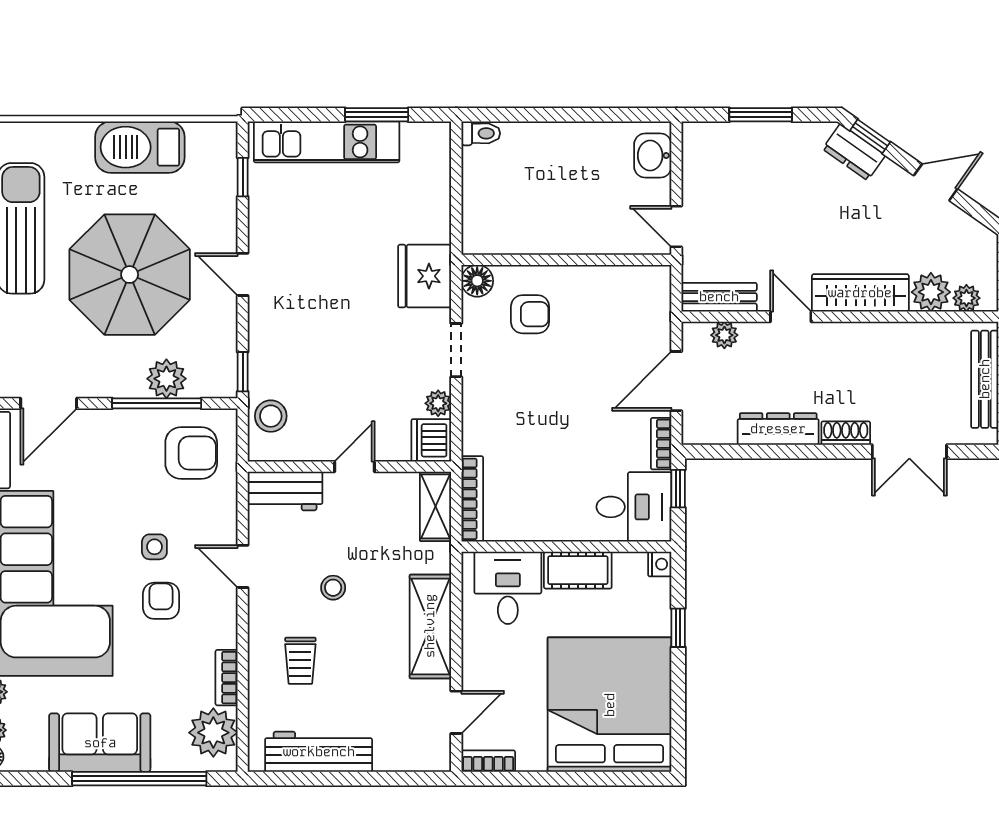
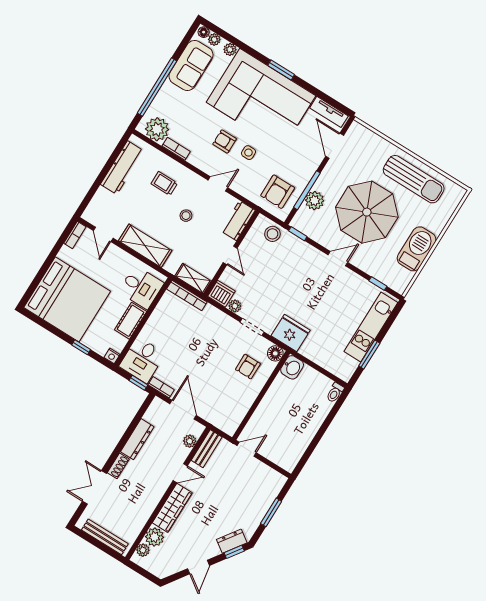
washbasin: (653, 156) -> (292, 367), moved, turned 90
armchair: (161, 601) -> (225, 141), turned 180
sofa: (100, 743) -> (191, 65), moved

